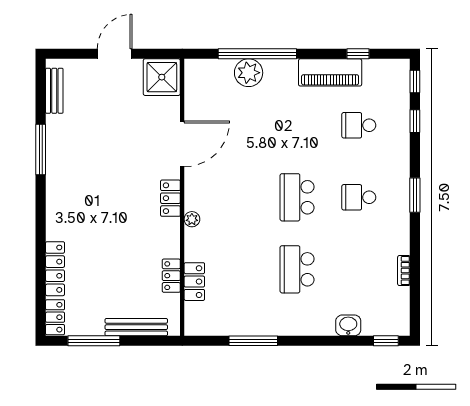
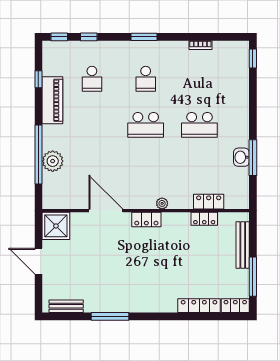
washbasin: (348, 325) -> (241, 157), moved

